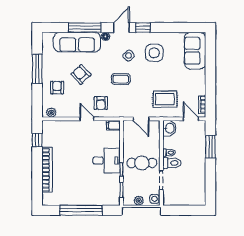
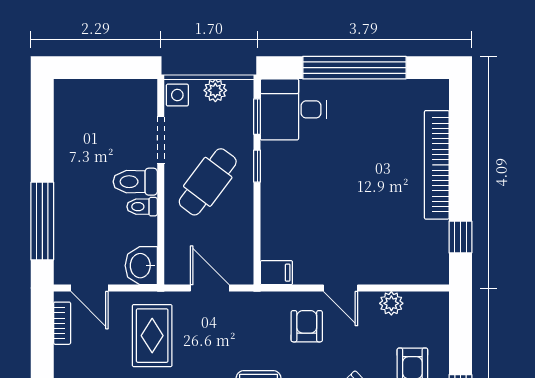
rug: (165, 99) -> (152, 336), turned 90
plant: (51, 113) -> (391, 303), moved
window: (210, 147) -> (42, 221), width x1.44
desk: (106, 161) -> (293, 109), moved
cafe table: (142, 163) -> (208, 182), turned -53

